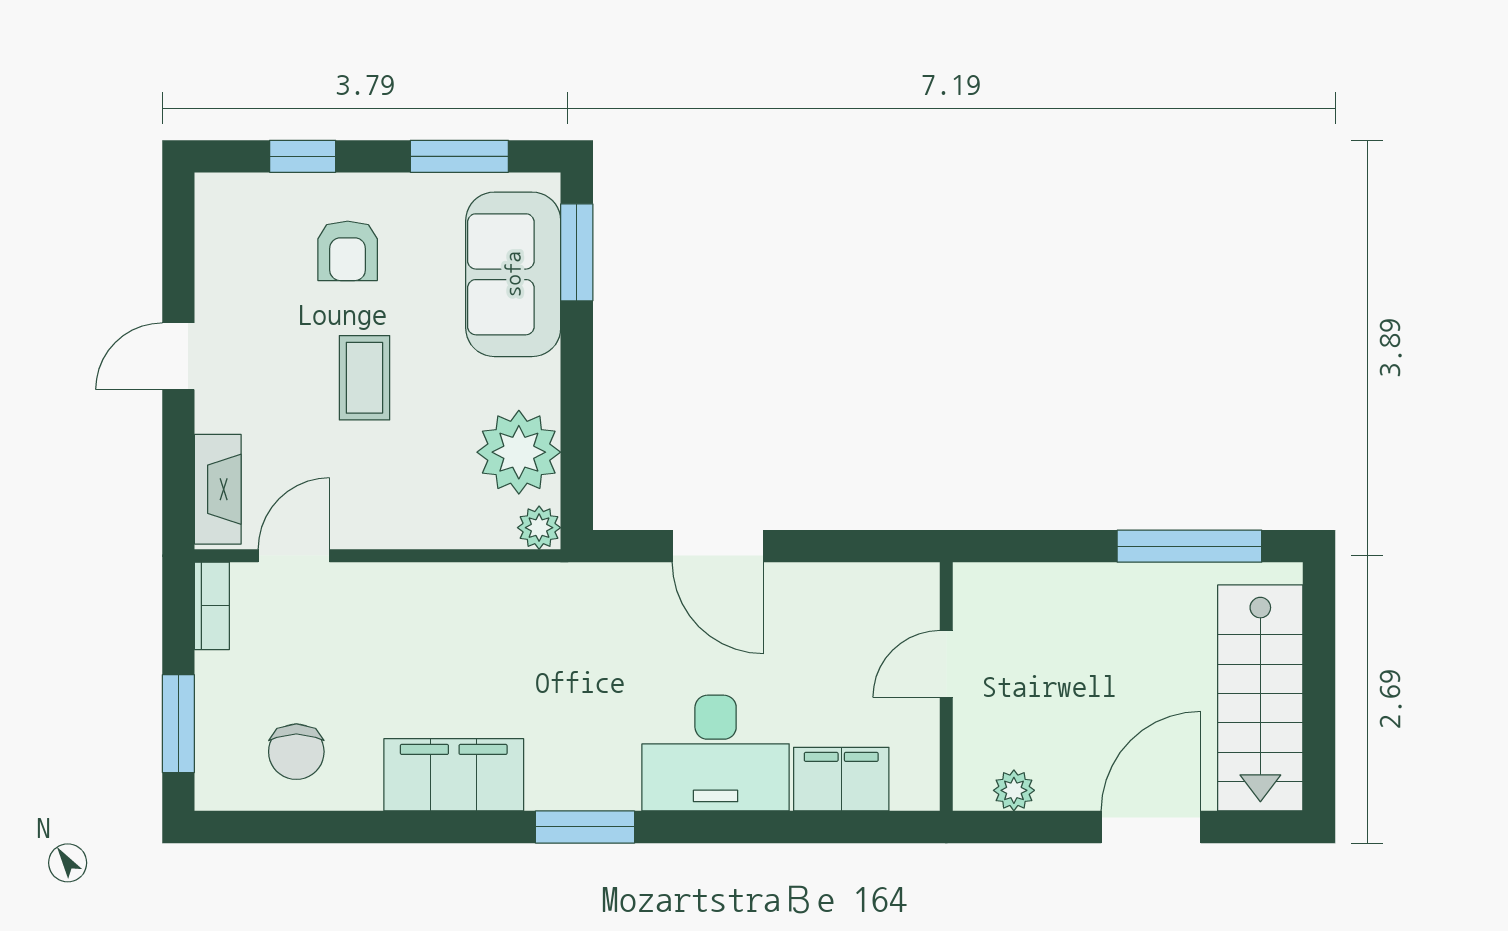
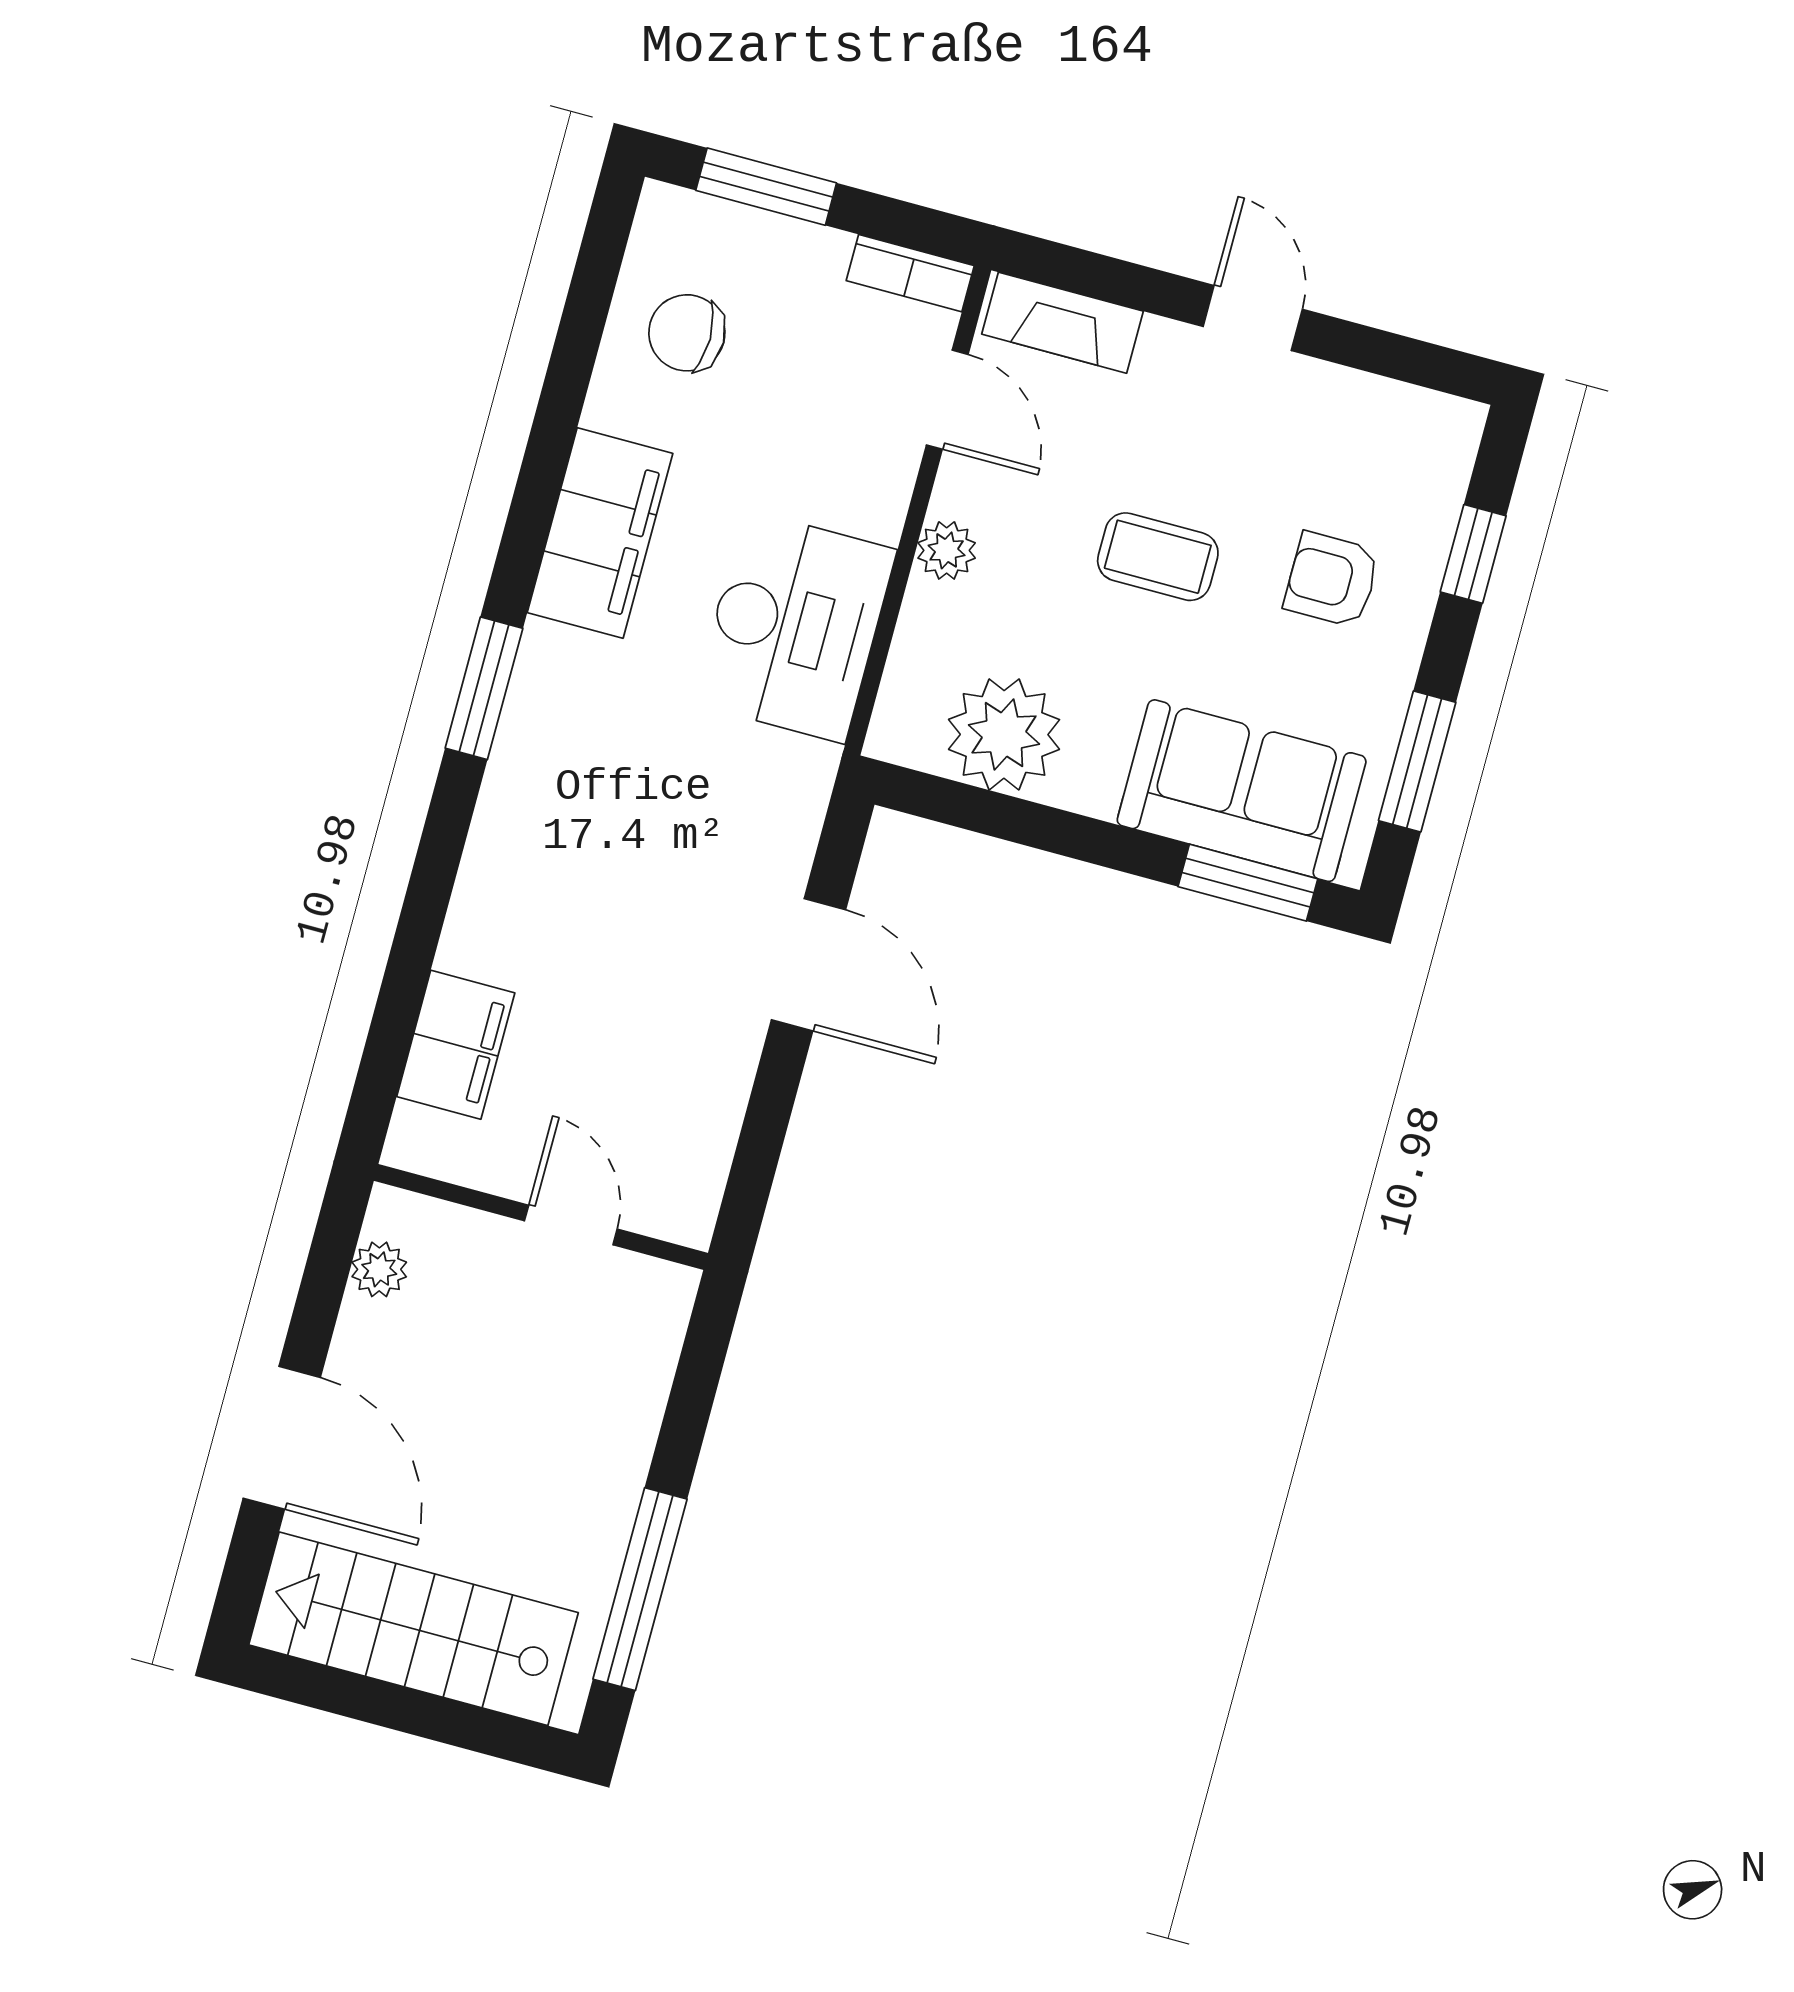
plant: (539, 528) -> (947, 550), moved
door: (718, 546) -> (808, 965), swing flipped
desk: (716, 753) -> (795, 626), moved, turned 180

